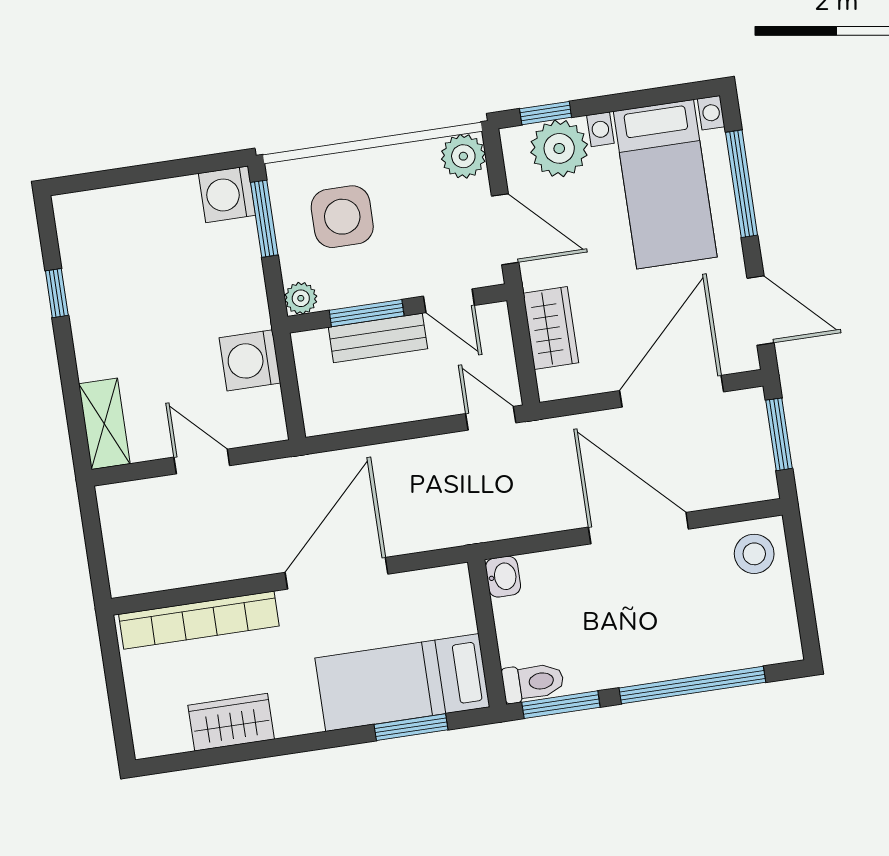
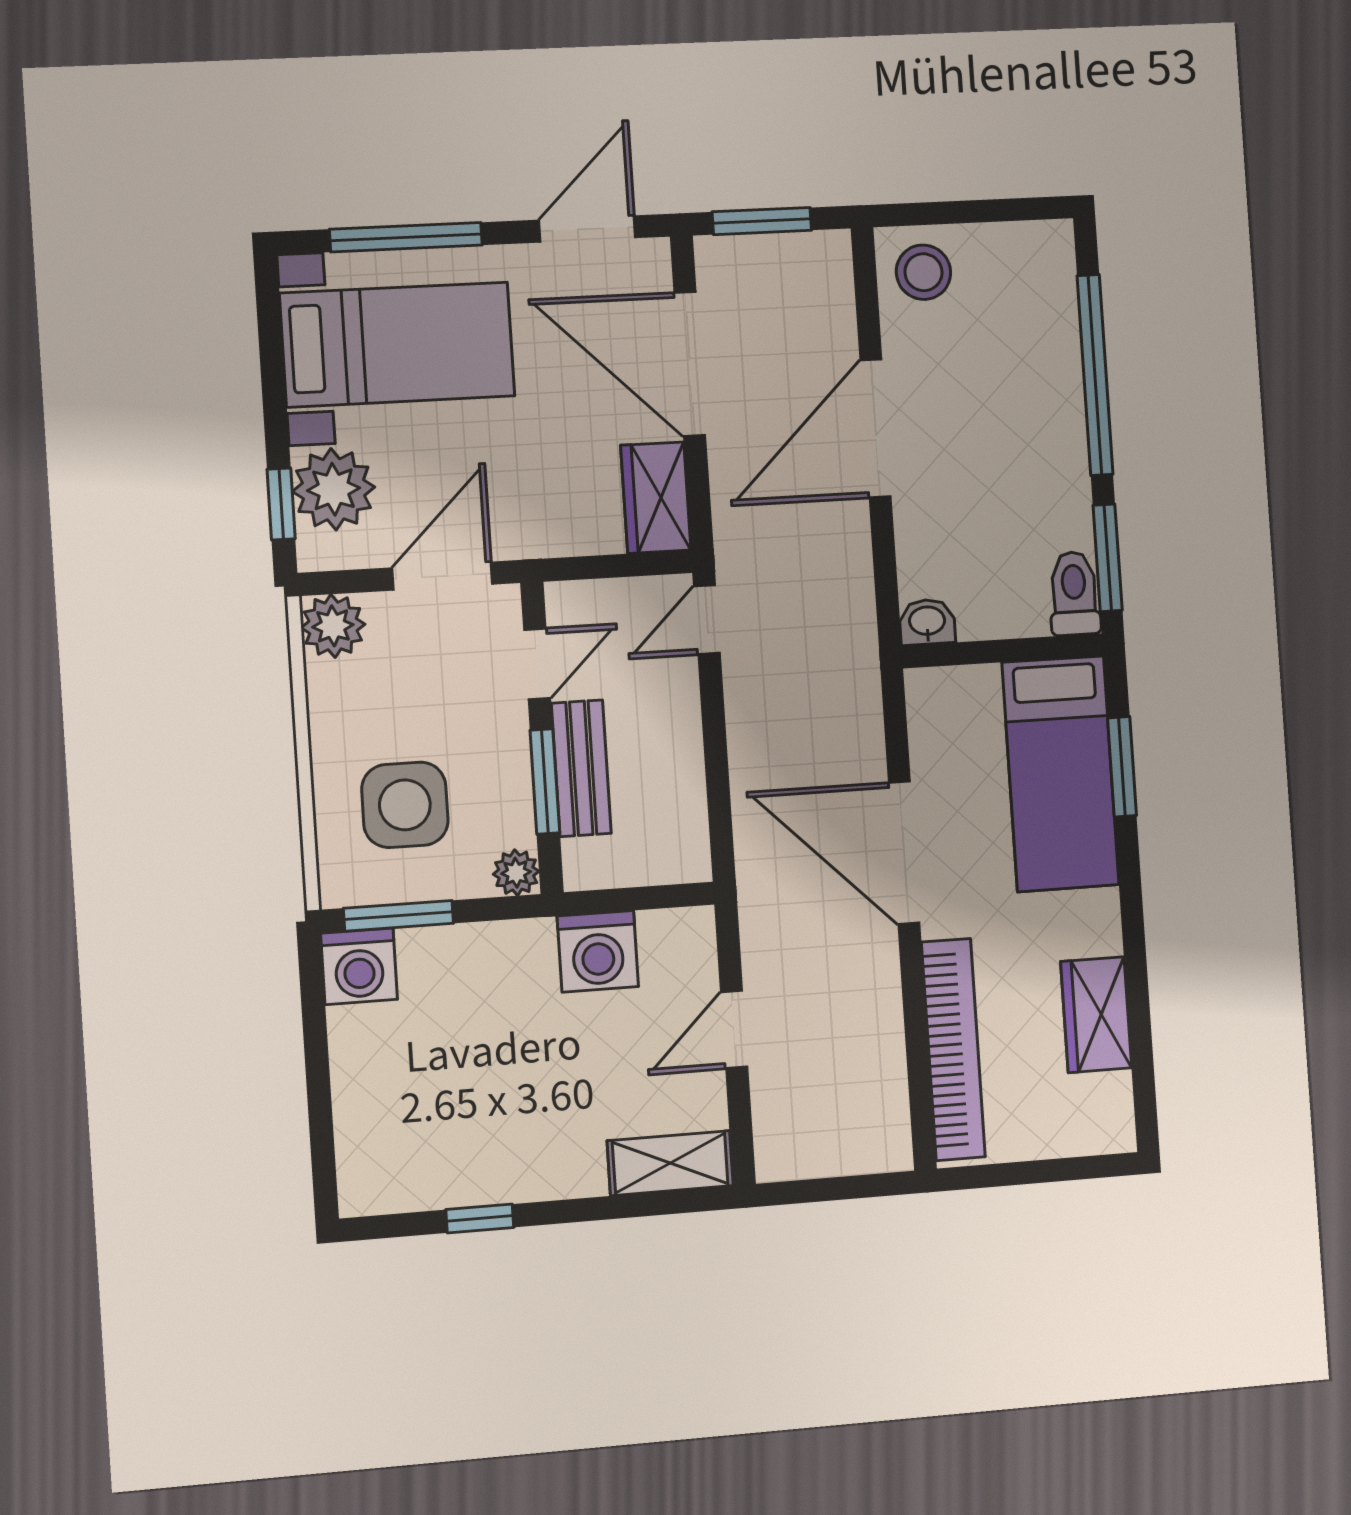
wardrobe: (551, 328) -> (656, 498), moved, turned -90

